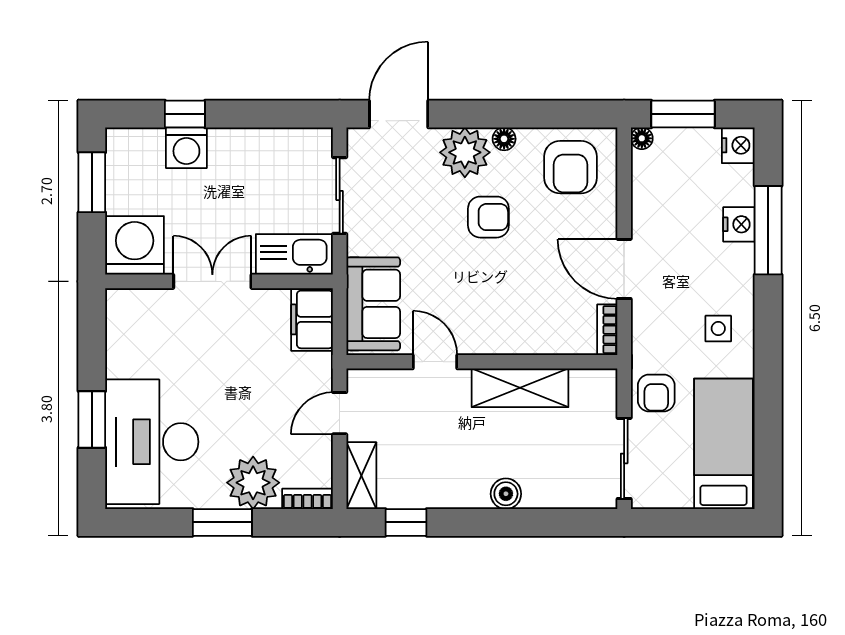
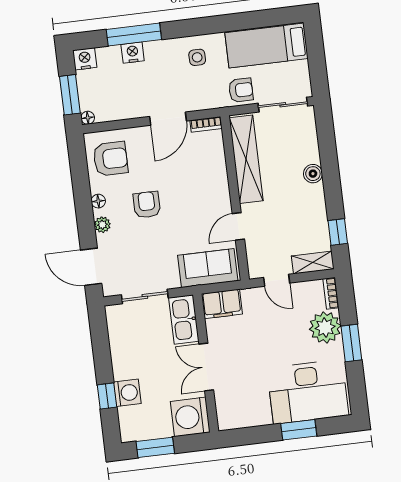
plant: (465, 152) -> (102, 225), width x0.53, depth x0.53
shelving: (520, 388) -> (246, 159), width x1.47

